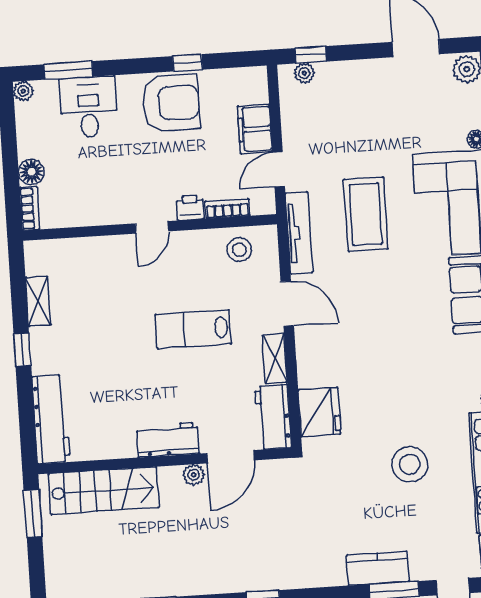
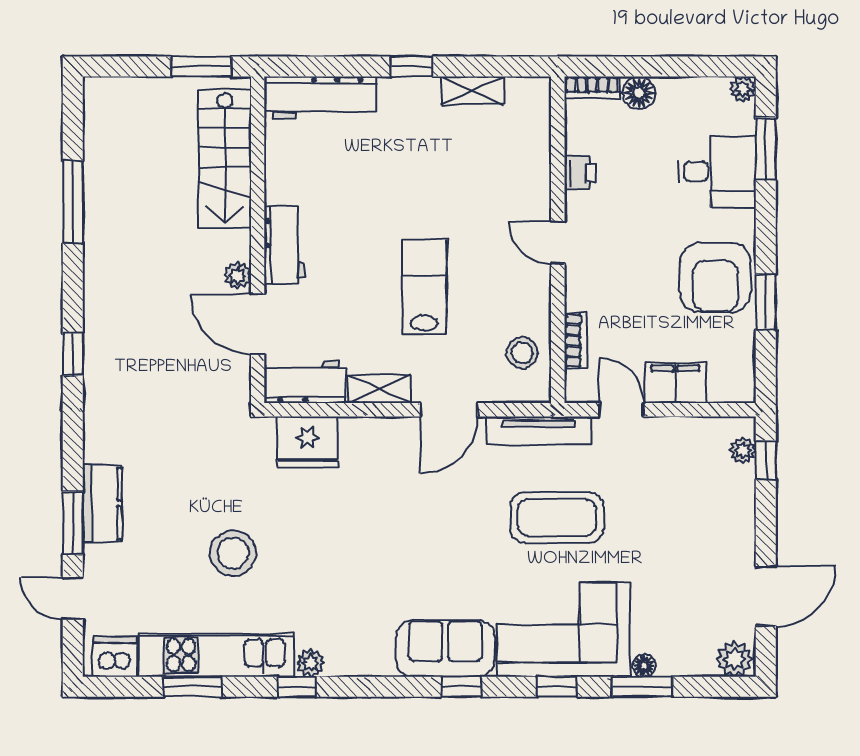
window: (187, 63) -> (766, 302), width x1.50
printer: (190, 208) -> (580, 173), moved

